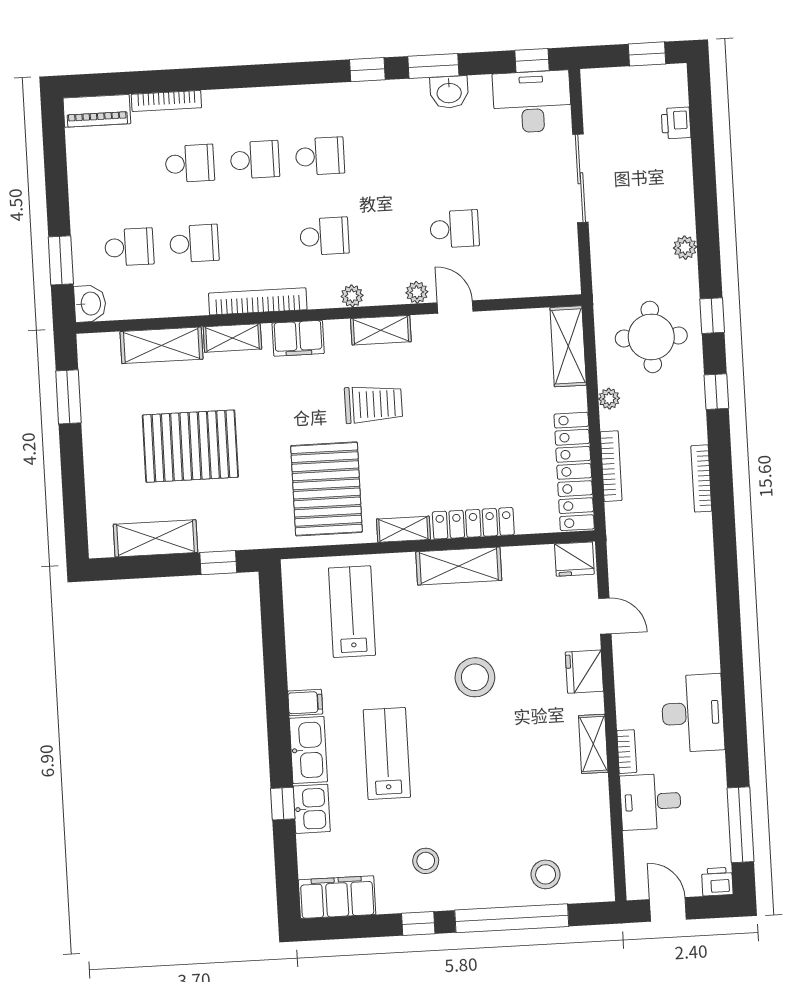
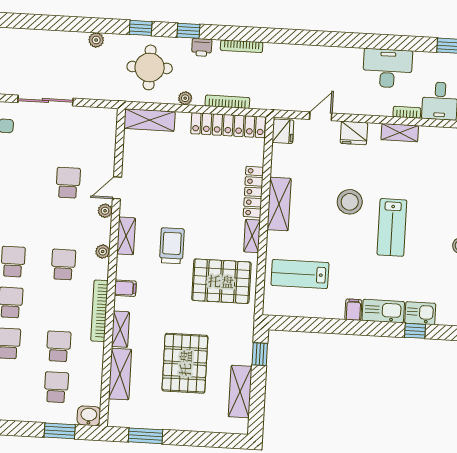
printer: (676, 123) -> (202, 47), moved
filing cabinet: (298, 338) -> (125, 288), width x0.50
lab bench: (387, 753) -> (392, 227), moved, turned -90

